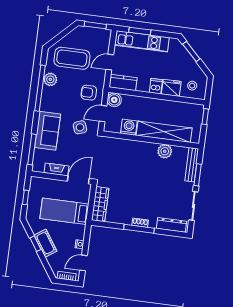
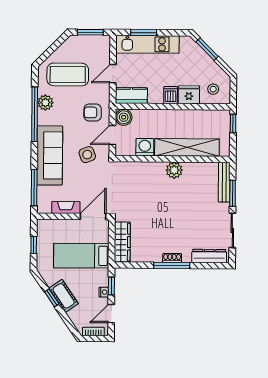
sofa: (48, 131) -> (50, 155), width x1.36
plant: (165, 151) -> (174, 170), moved
window: (86, 240) -> (111, 286), added

